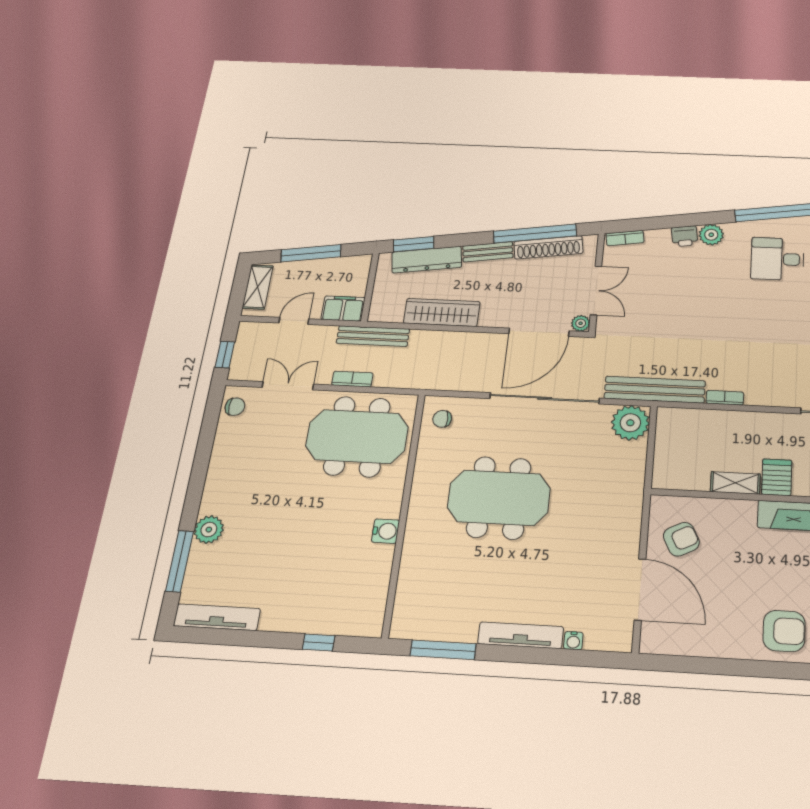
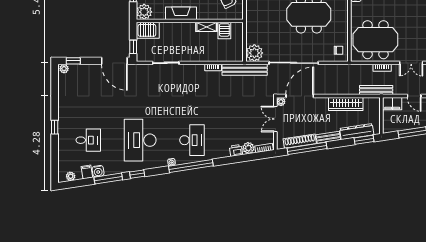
plant: (711, 235) -> (248, 148), moved
desk: (777, 259) -> (192, 140), width x1.37
door: (294, 321) -> (414, 96), hinge flipped
server rack: (777, 477) -> (224, 31), moved

